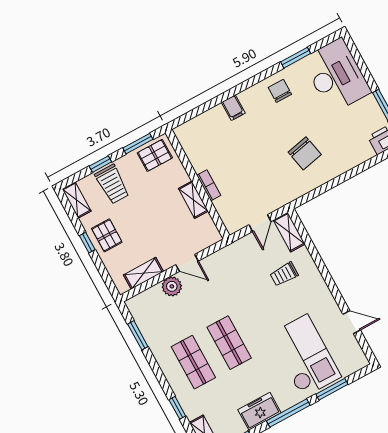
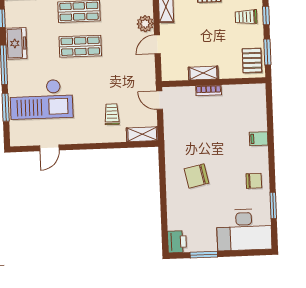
trolley: (112, 184) -> (246, 17), width x0.73, depth x0.72
door: (260, 223) -> (159, 100), moved

